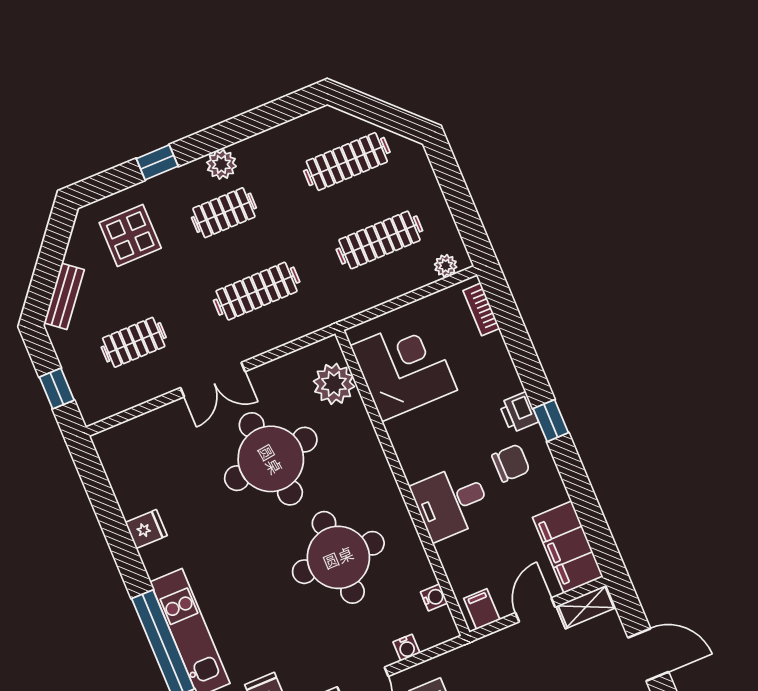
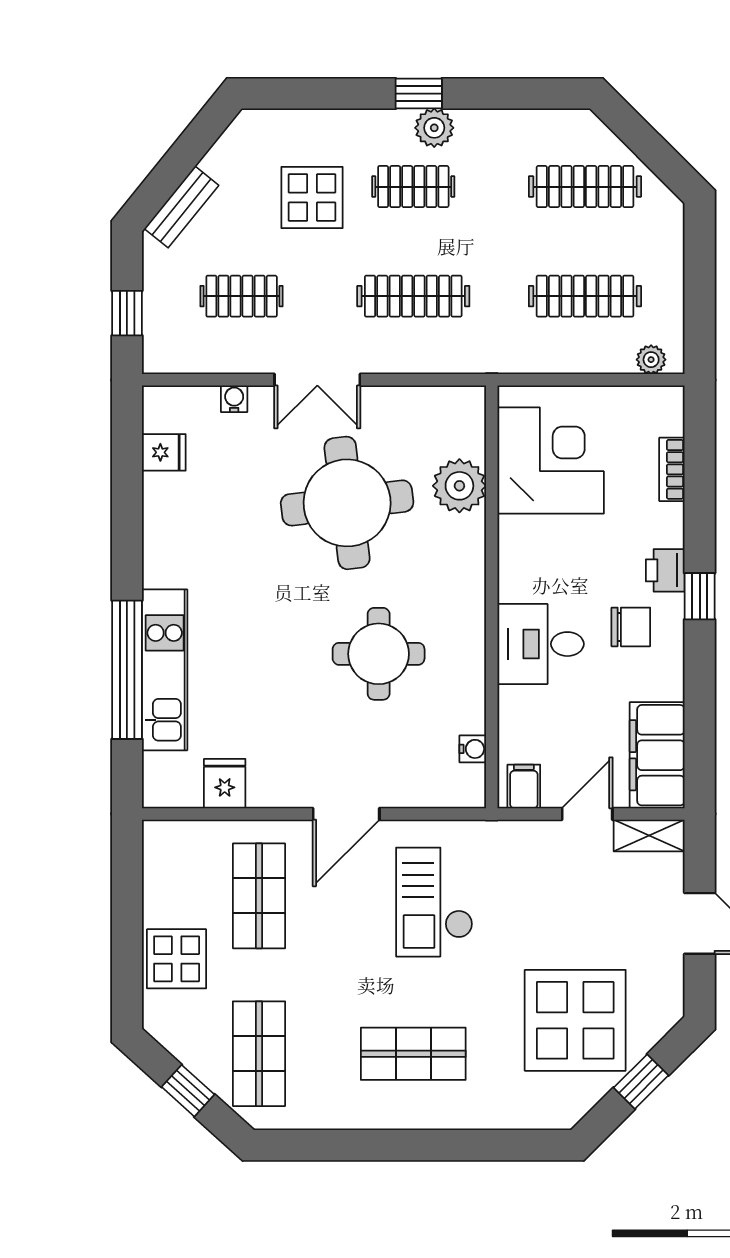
window: (157, 162) -> (419, 94), moved
display table: (130, 235) -> (312, 198), moved
bookcase: (481, 309) -> (672, 469), moved
plant: (334, 384) -> (459, 486), moved
fridge: (146, 529) -> (164, 452), moved
round table: (338, 557) -> (379, 654), width x0.73, depth x0.73
water cooler: (406, 648) -> (234, 399), moved, turned 180

